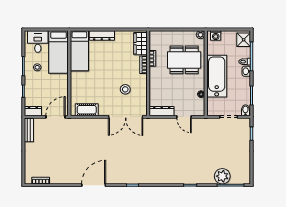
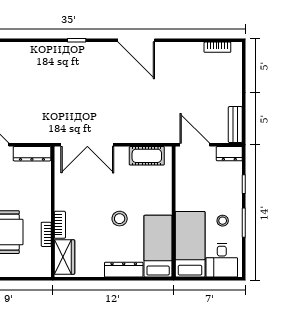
stool: (125, 89) -> (120, 219), moved
door: (55, 117) -> (195, 145), swing flipped
double door: (126, 117) -> (87, 145), swing flipped
door: (94, 185) -> (136, 40), hinge flipped

